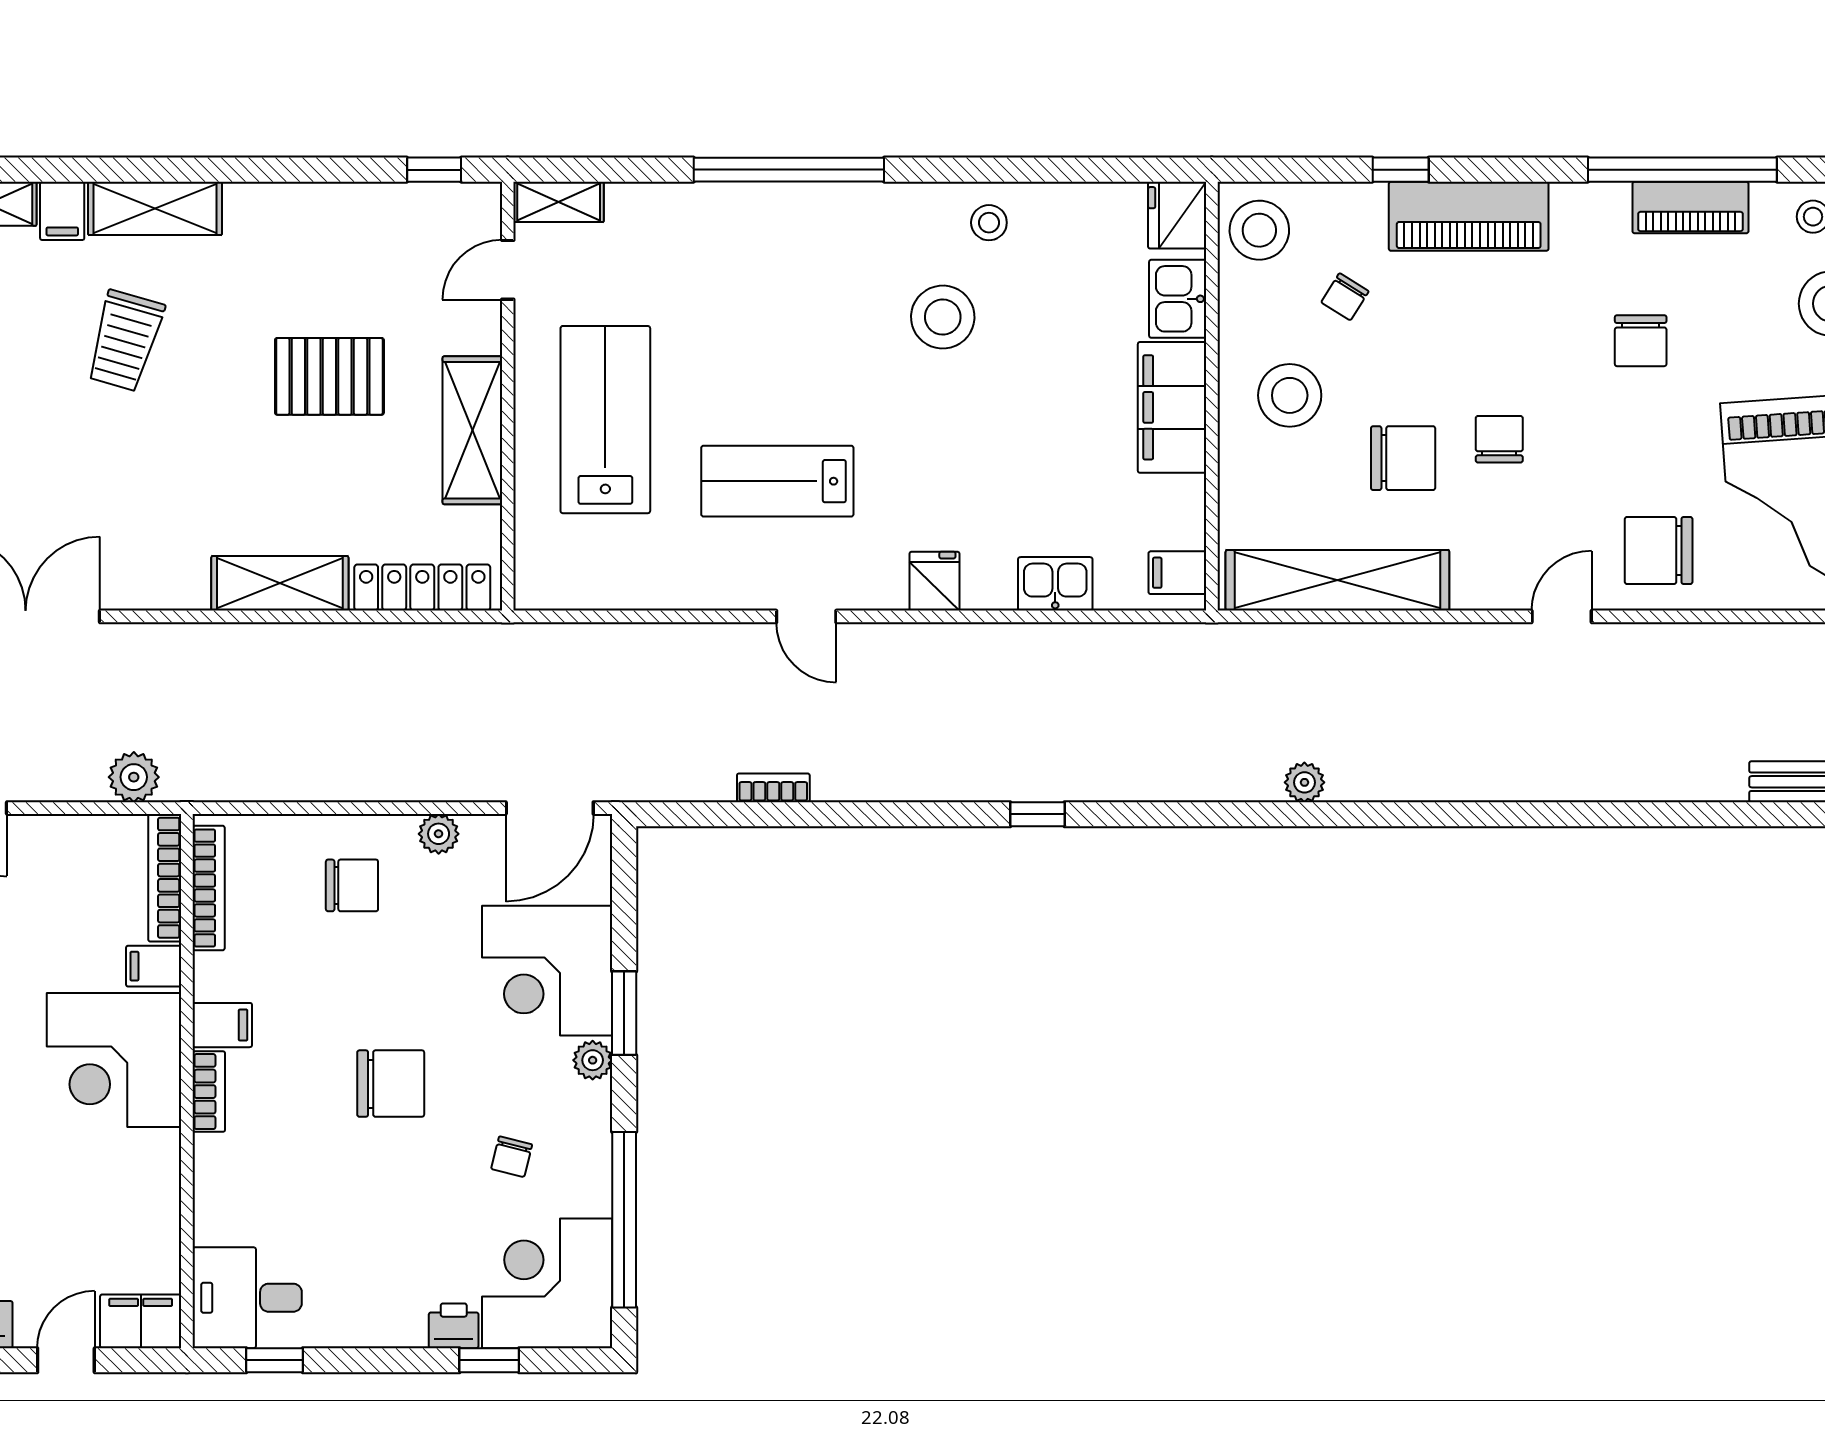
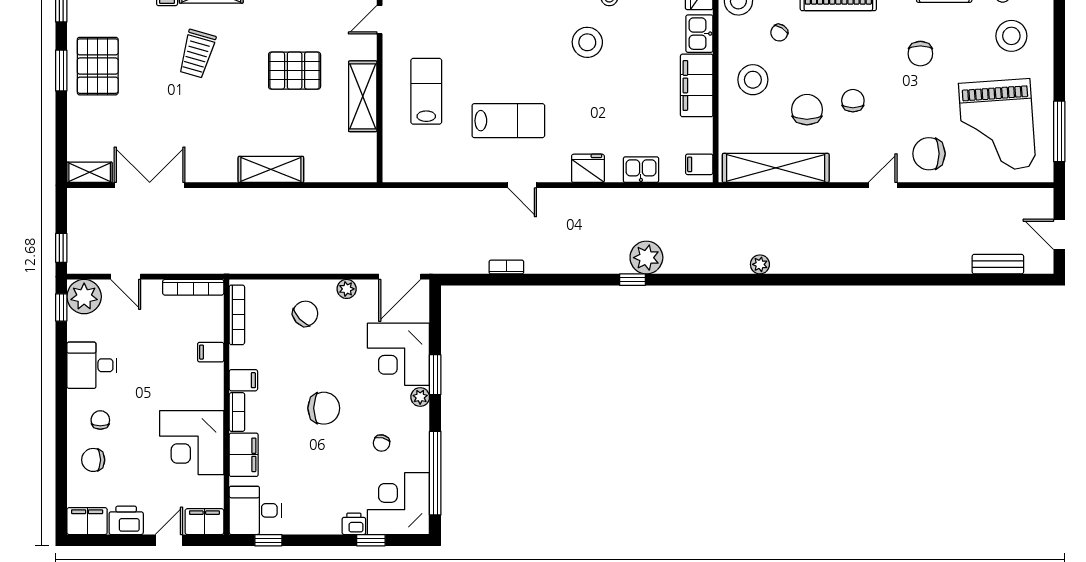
lab bench: (605, 420) -> (426, 91), width x0.73, depth x0.72
chair: (1403, 458) -> (807, 110), turned -90
lab bench: (777, 481) -> (508, 121), turned 180
fridge: (935, 581) -> (588, 168), width x1.38
locker: (422, 588) -> (339, 171), removed
plant: (134, 777) -> (646, 258), moved, width x1.36, depth x1.36
bookcase: (165, 878) -> (193, 287), moved, turned -90
chair: (352, 885) -> (305, 314), turned -43
corner desk: (114, 1060) -> (192, 443), moved
filing cabinet: (223, 1181) -> (244, 455), added

